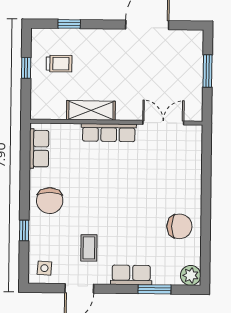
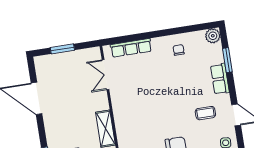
row of seats: (109, 133) -> (131, 48), moved, turned 90
chair: (179, 226) -> (179, 50), width x0.54, depth x0.54

